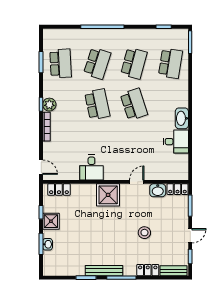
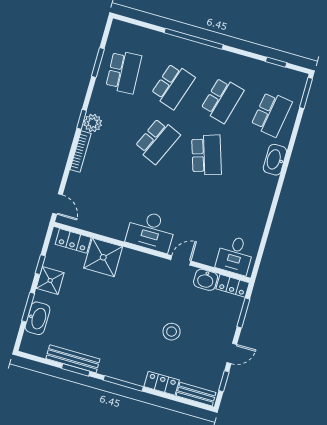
school desk: (97, 104) -> (157, 141), turned 36
washbasin: (182, 118) -> (275, 160), moved
desk: (176, 142) -> (235, 255), moved, turned 90
desk: (91, 168) -> (151, 231), moved, width x1.37
shower: (108, 195) -> (103, 257), moved
washbasin: (48, 244) -> (38, 318), width x1.91, depth x1.45
bench: (104, 271) -> (73, 359), moved

